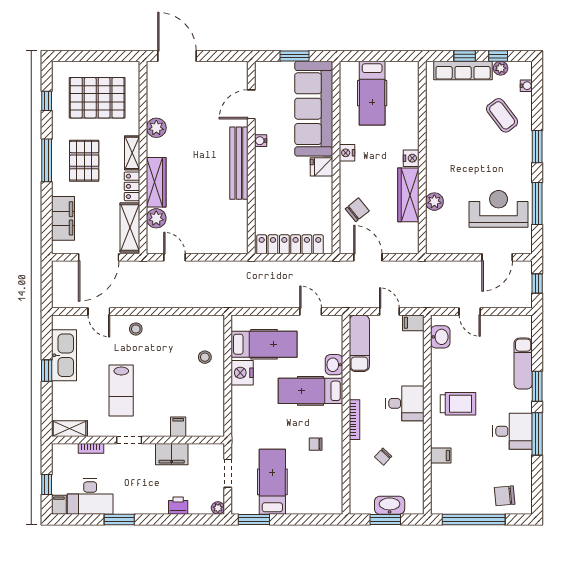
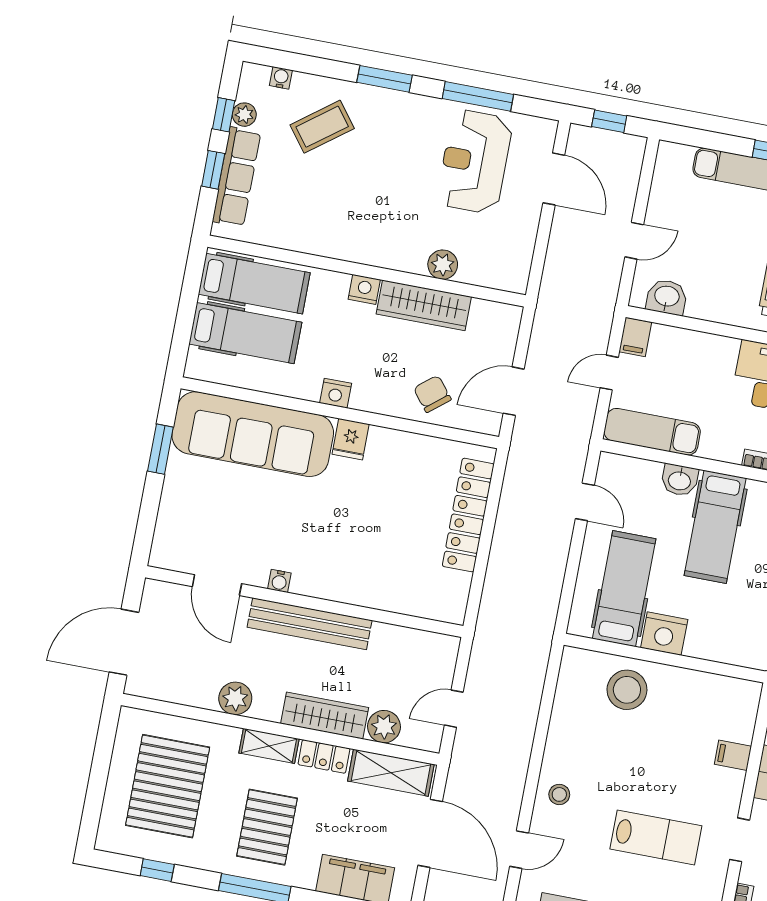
hospital bed: (402, 93) -> (254, 284), added
door: (251, 104) -> (217, 585), moved
water cooler: (261, 141) -> (279, 581), moved
wall: (251, 158) -> (304, 602), moved
pallet: (84, 161) -> (267, 827), turned 90
bench: (239, 163) -> (310, 624), moved
door: (311, 311) -> (585, 502), swing flipped
stool: (205, 357) -> (627, 690), width x1.89, depth x1.89

